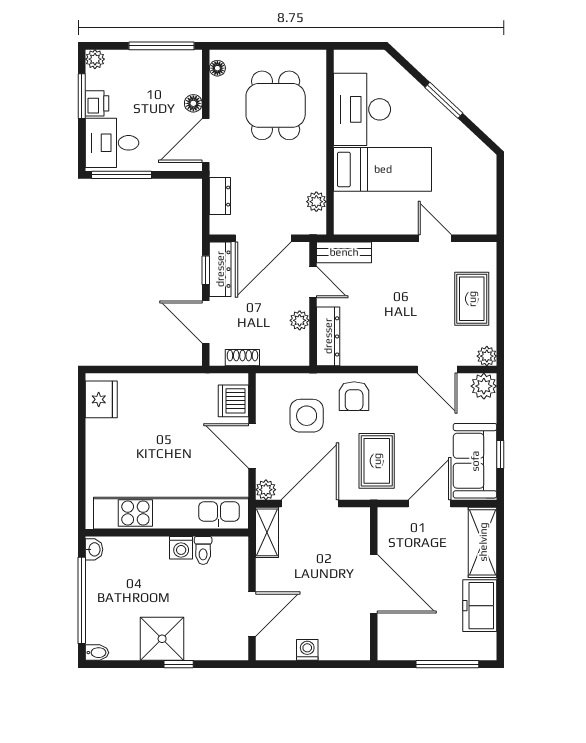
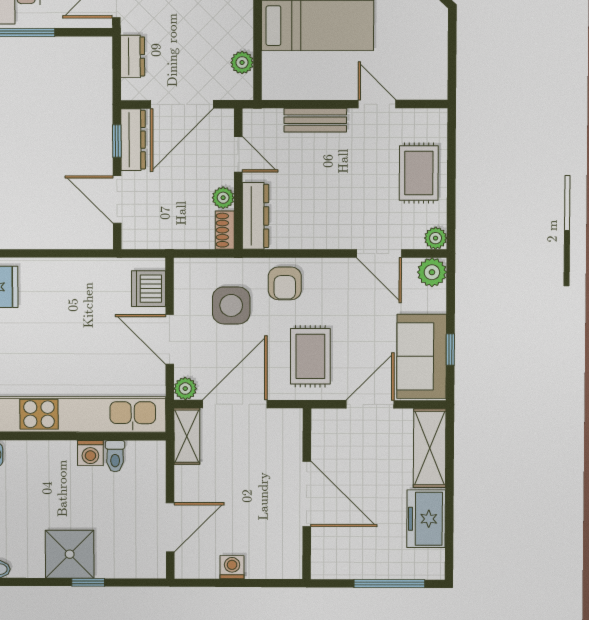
bench: (344, 252) -> (315, 120), moved
shoe rack: (242, 358) -> (225, 230), moved, turned -90

